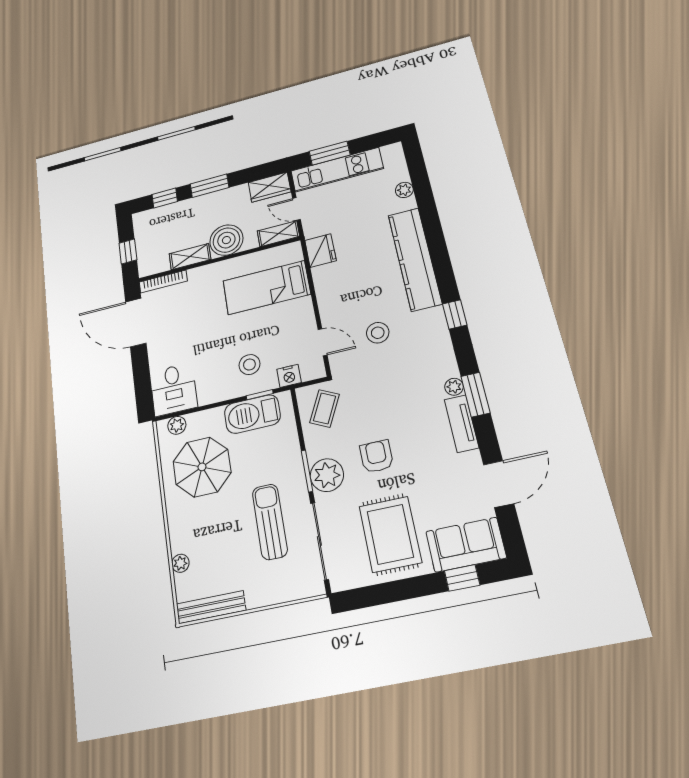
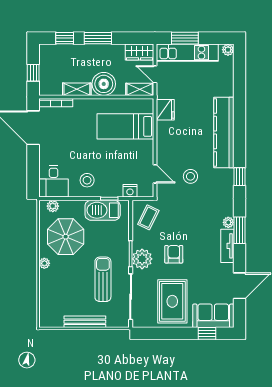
plant: (404, 190) -> (228, 50), moved
stool: (249, 365) -> (87, 180), moved
plant: (180, 563) -> (44, 263), moved
bench: (211, 607) -> (85, 322), moved

